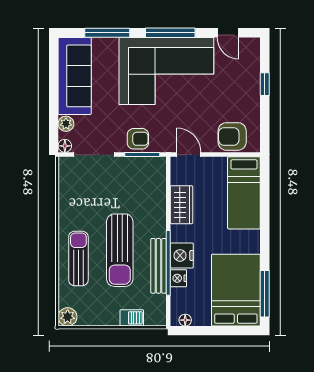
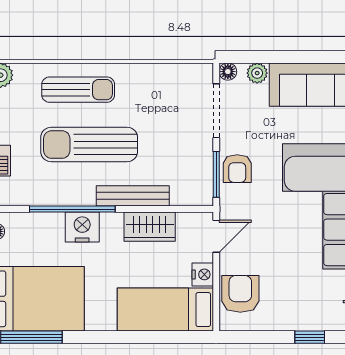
bench: (158, 266) -> (133, 196), moved
nightstand: (178, 278) -> (203, 274), moved, turned 90

